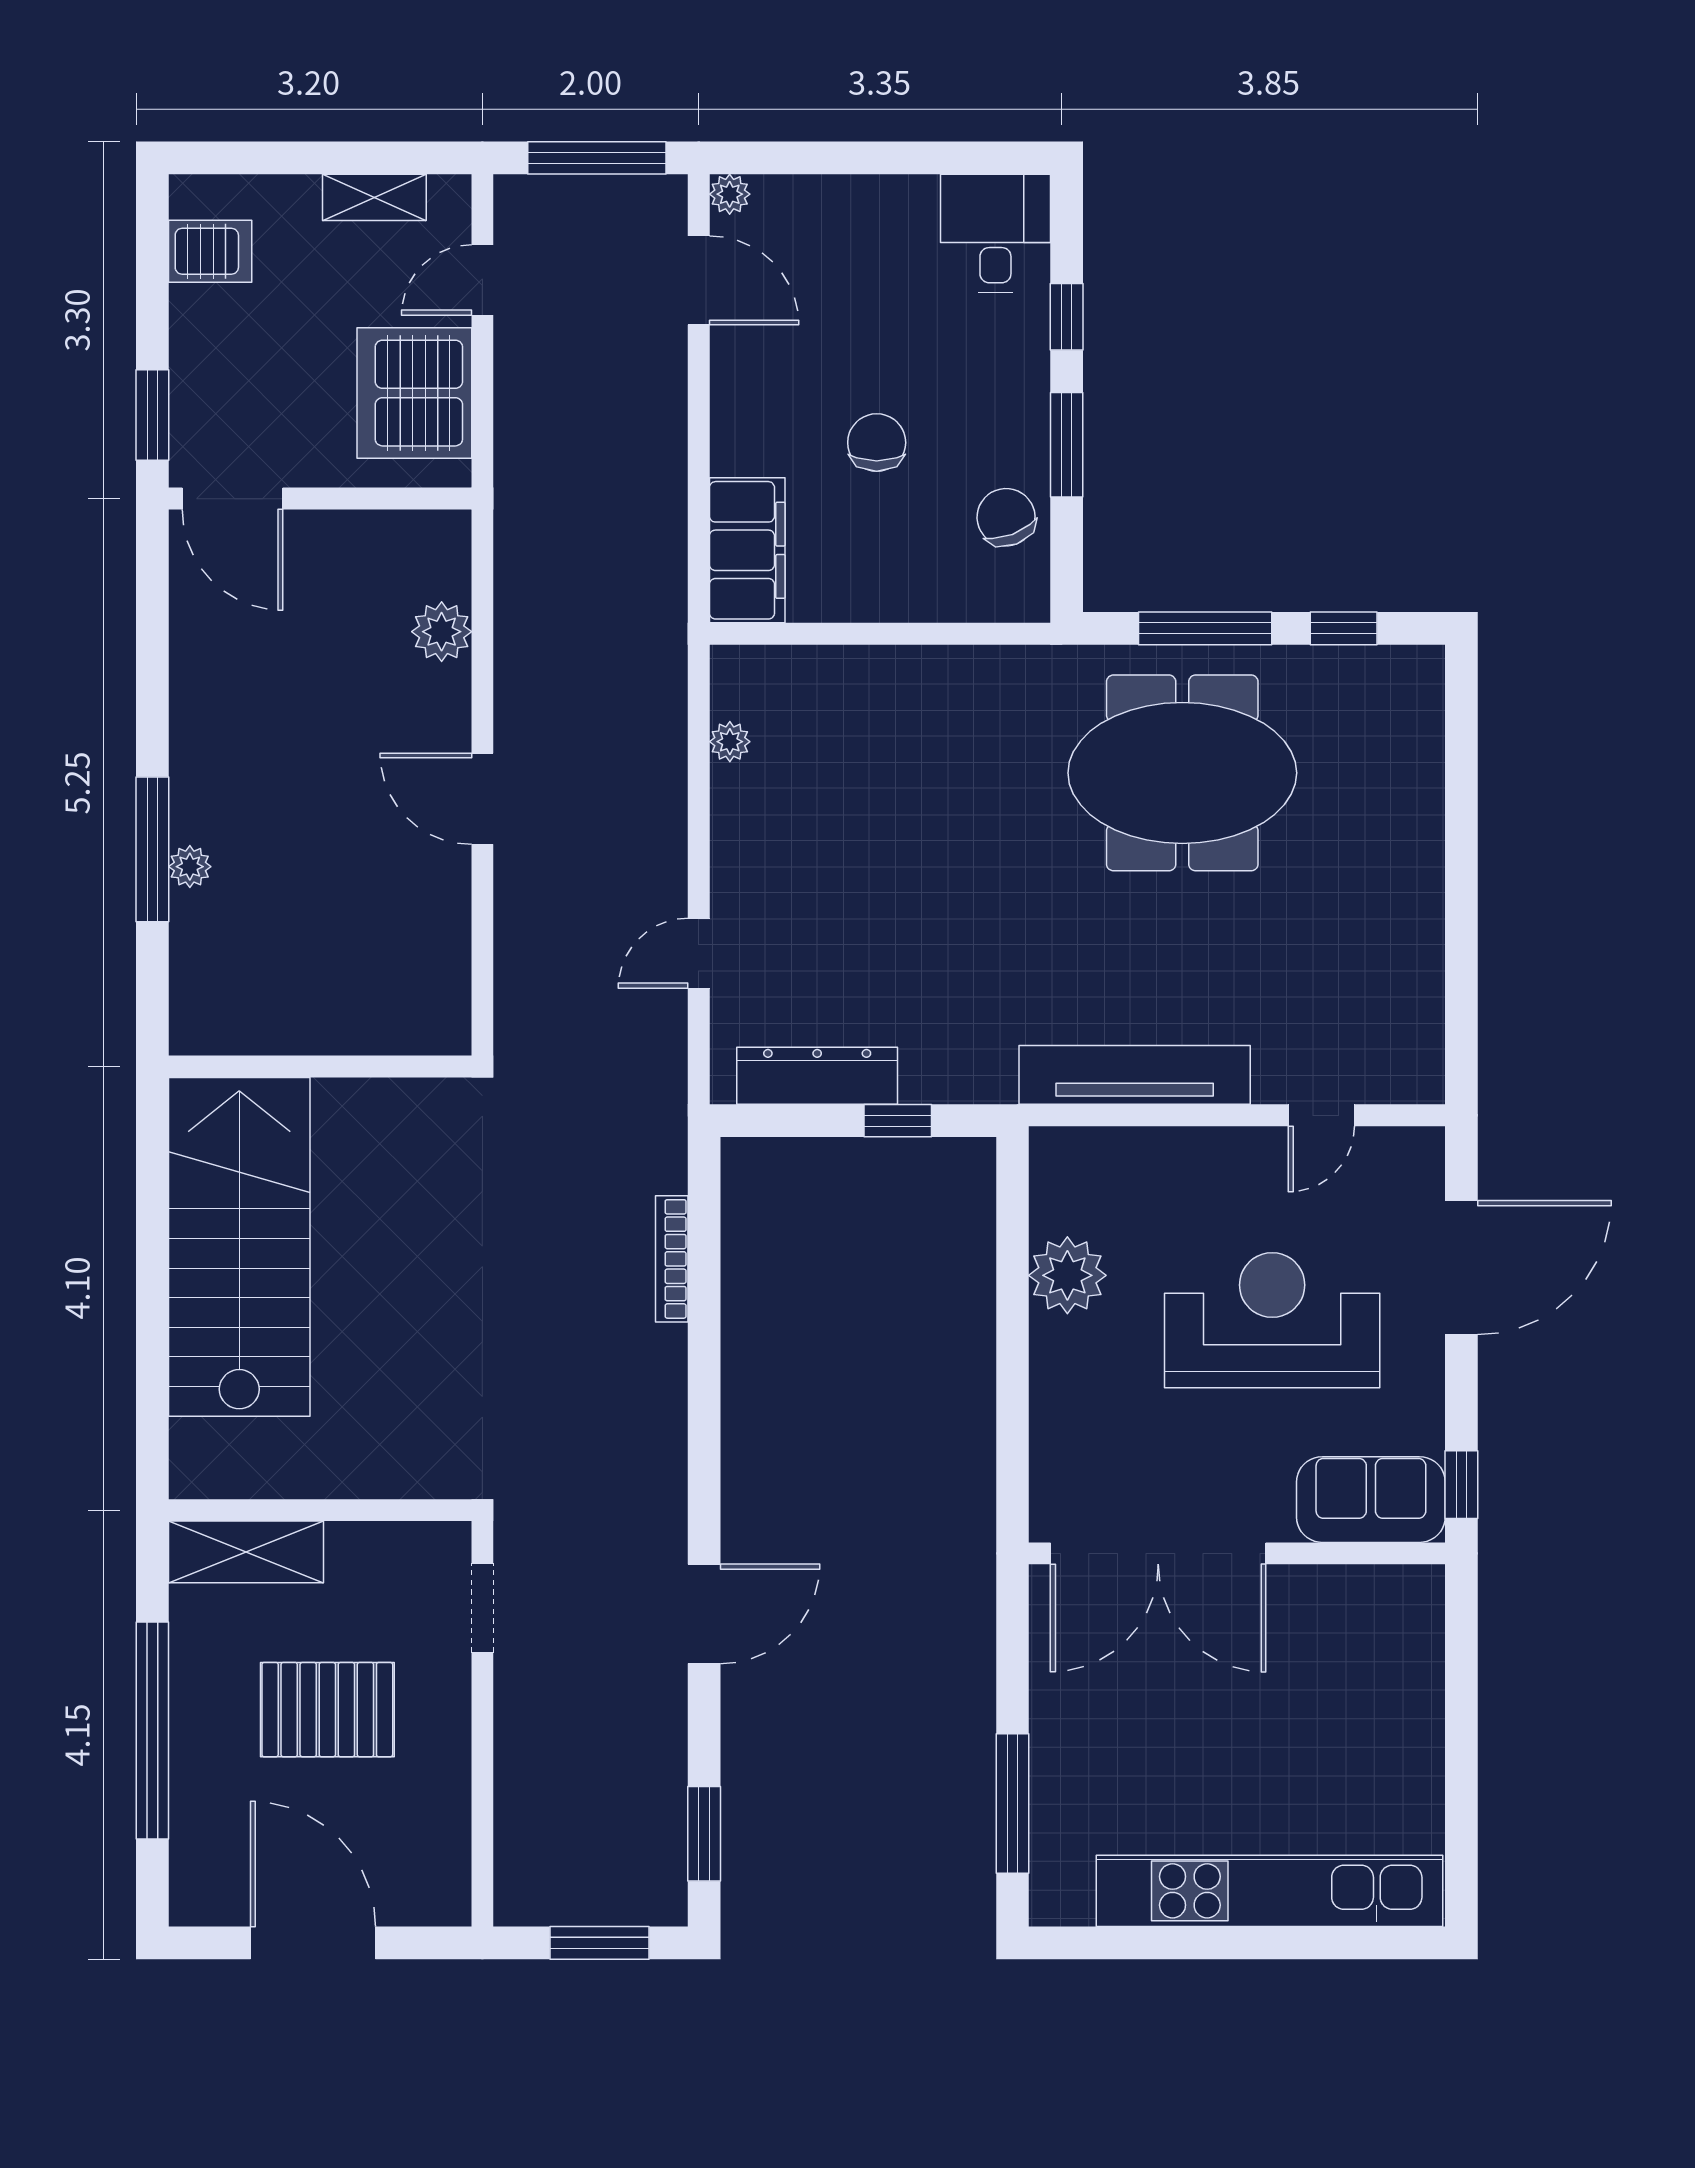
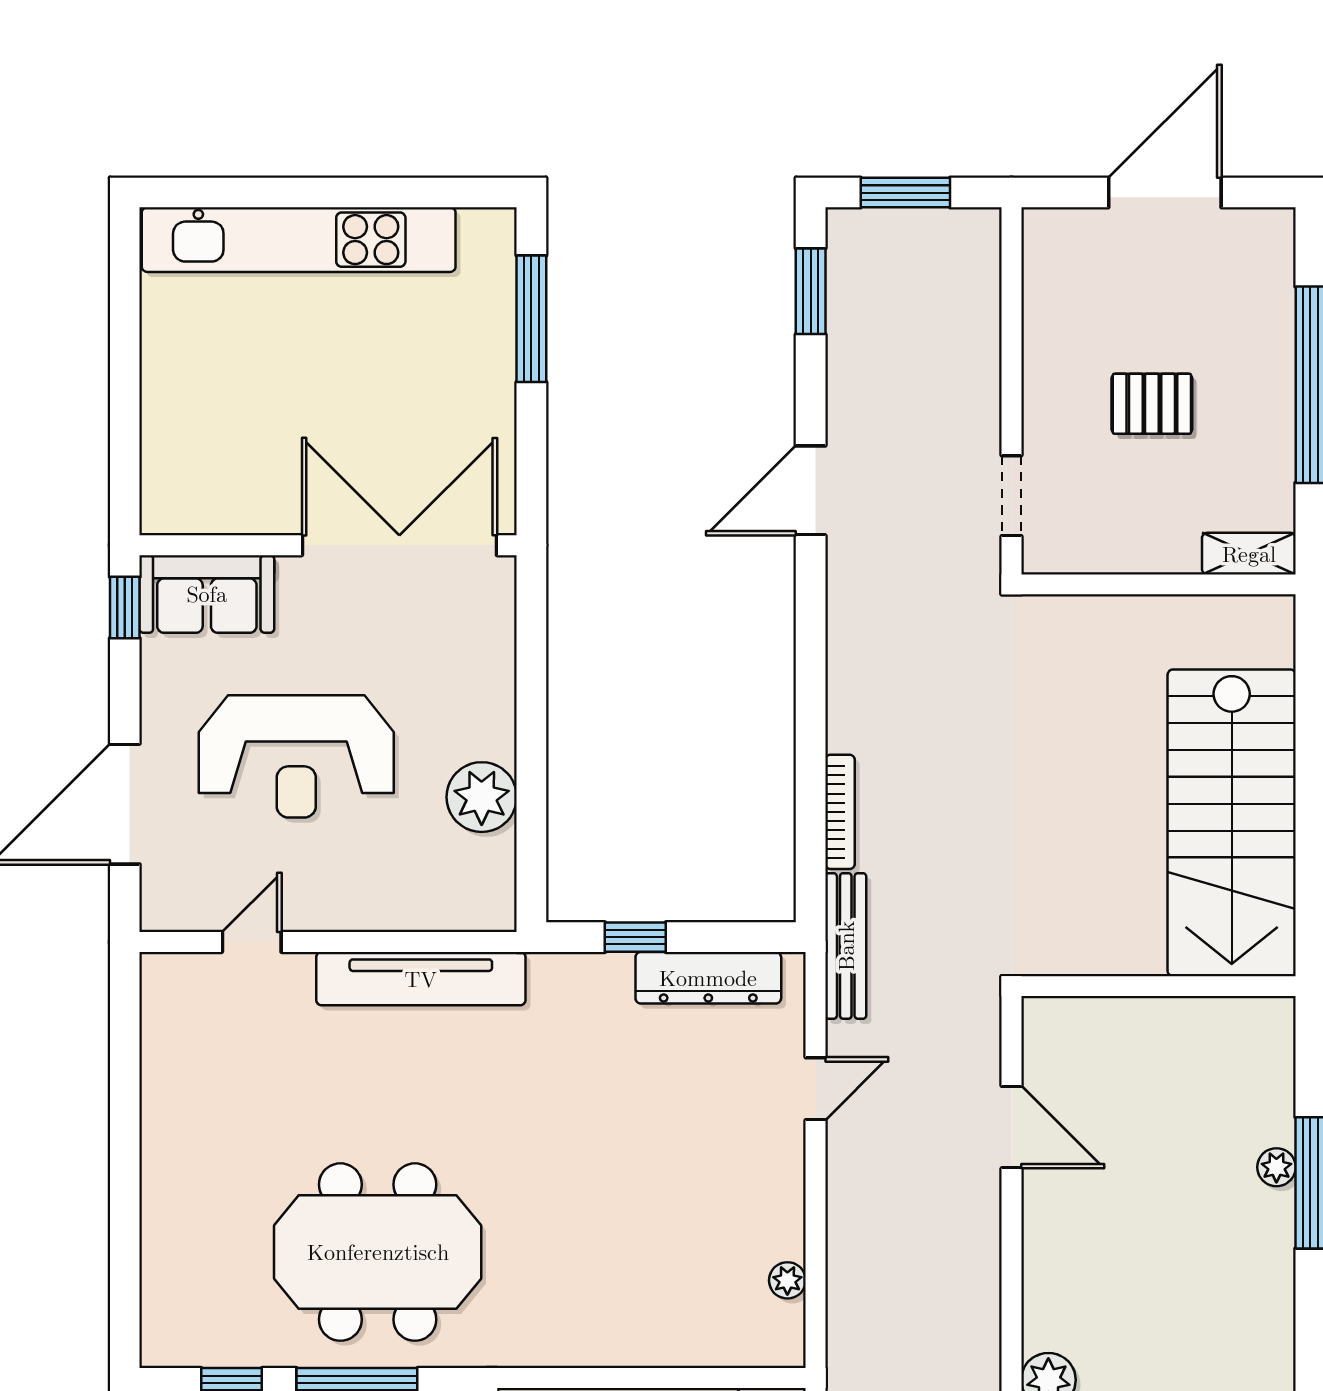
door: (482, 799) -> (1011, 1127), moved
bench: (665, 1111) -> (846, 946), added
shelving: (246, 1552) -> (1249, 554), width x0.67, depth x0.75
pallet: (327, 1710) -> (1152, 404), width x0.67, depth x0.71
door: (313, 1943) -> (1165, 193), swing flipped

